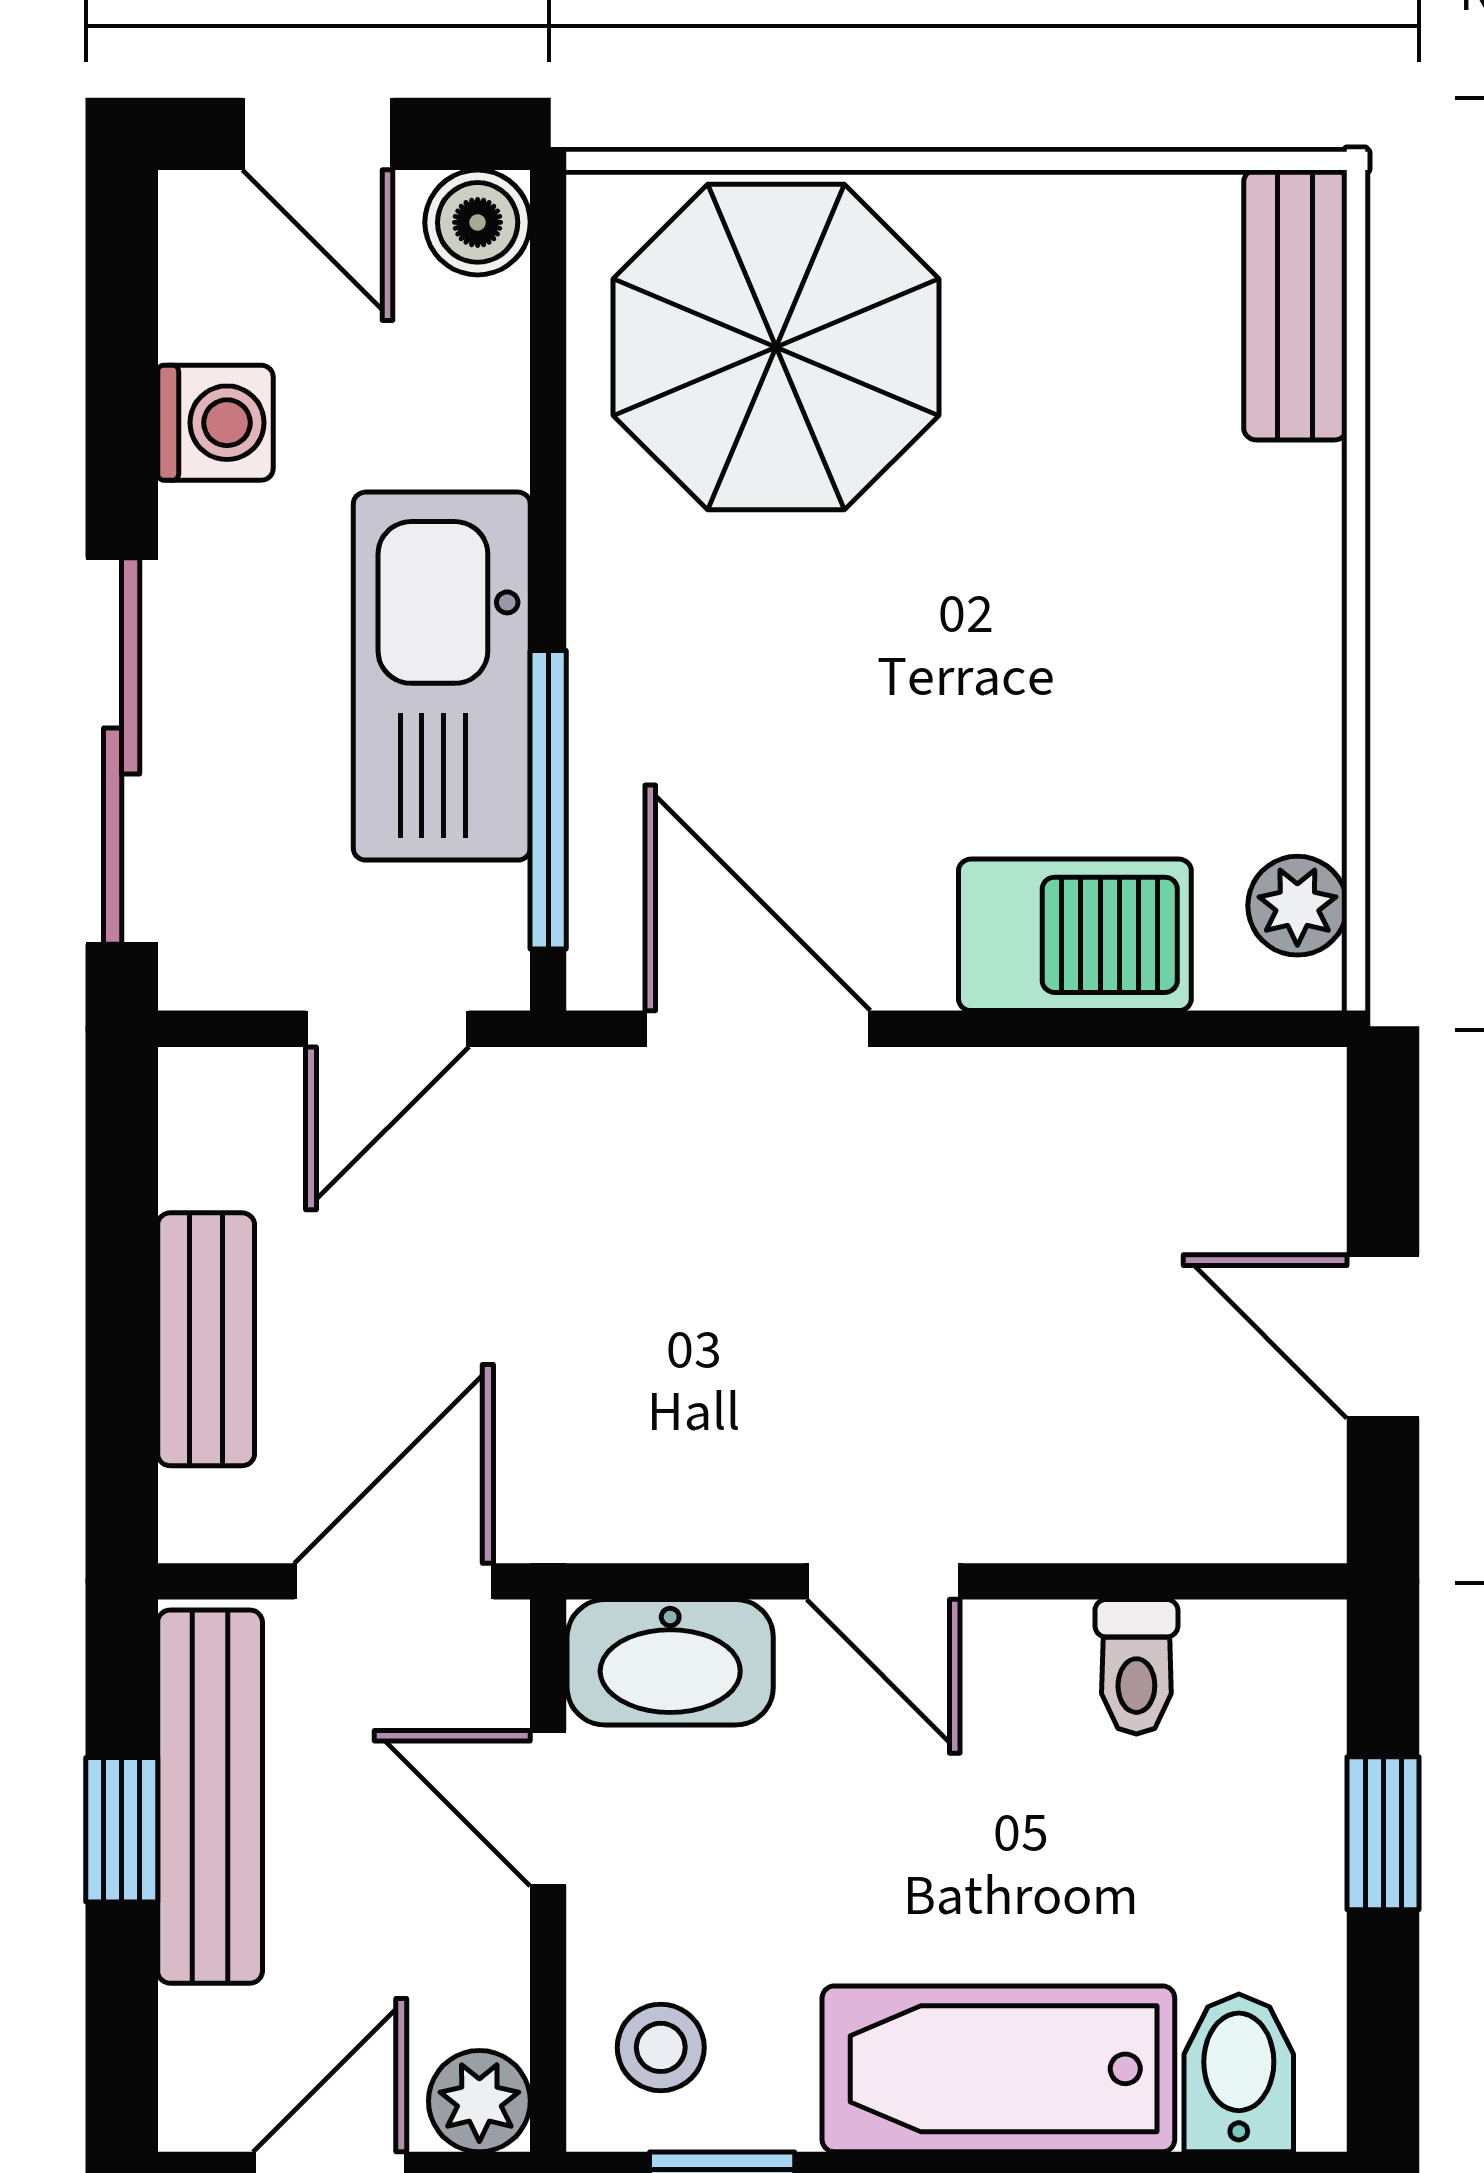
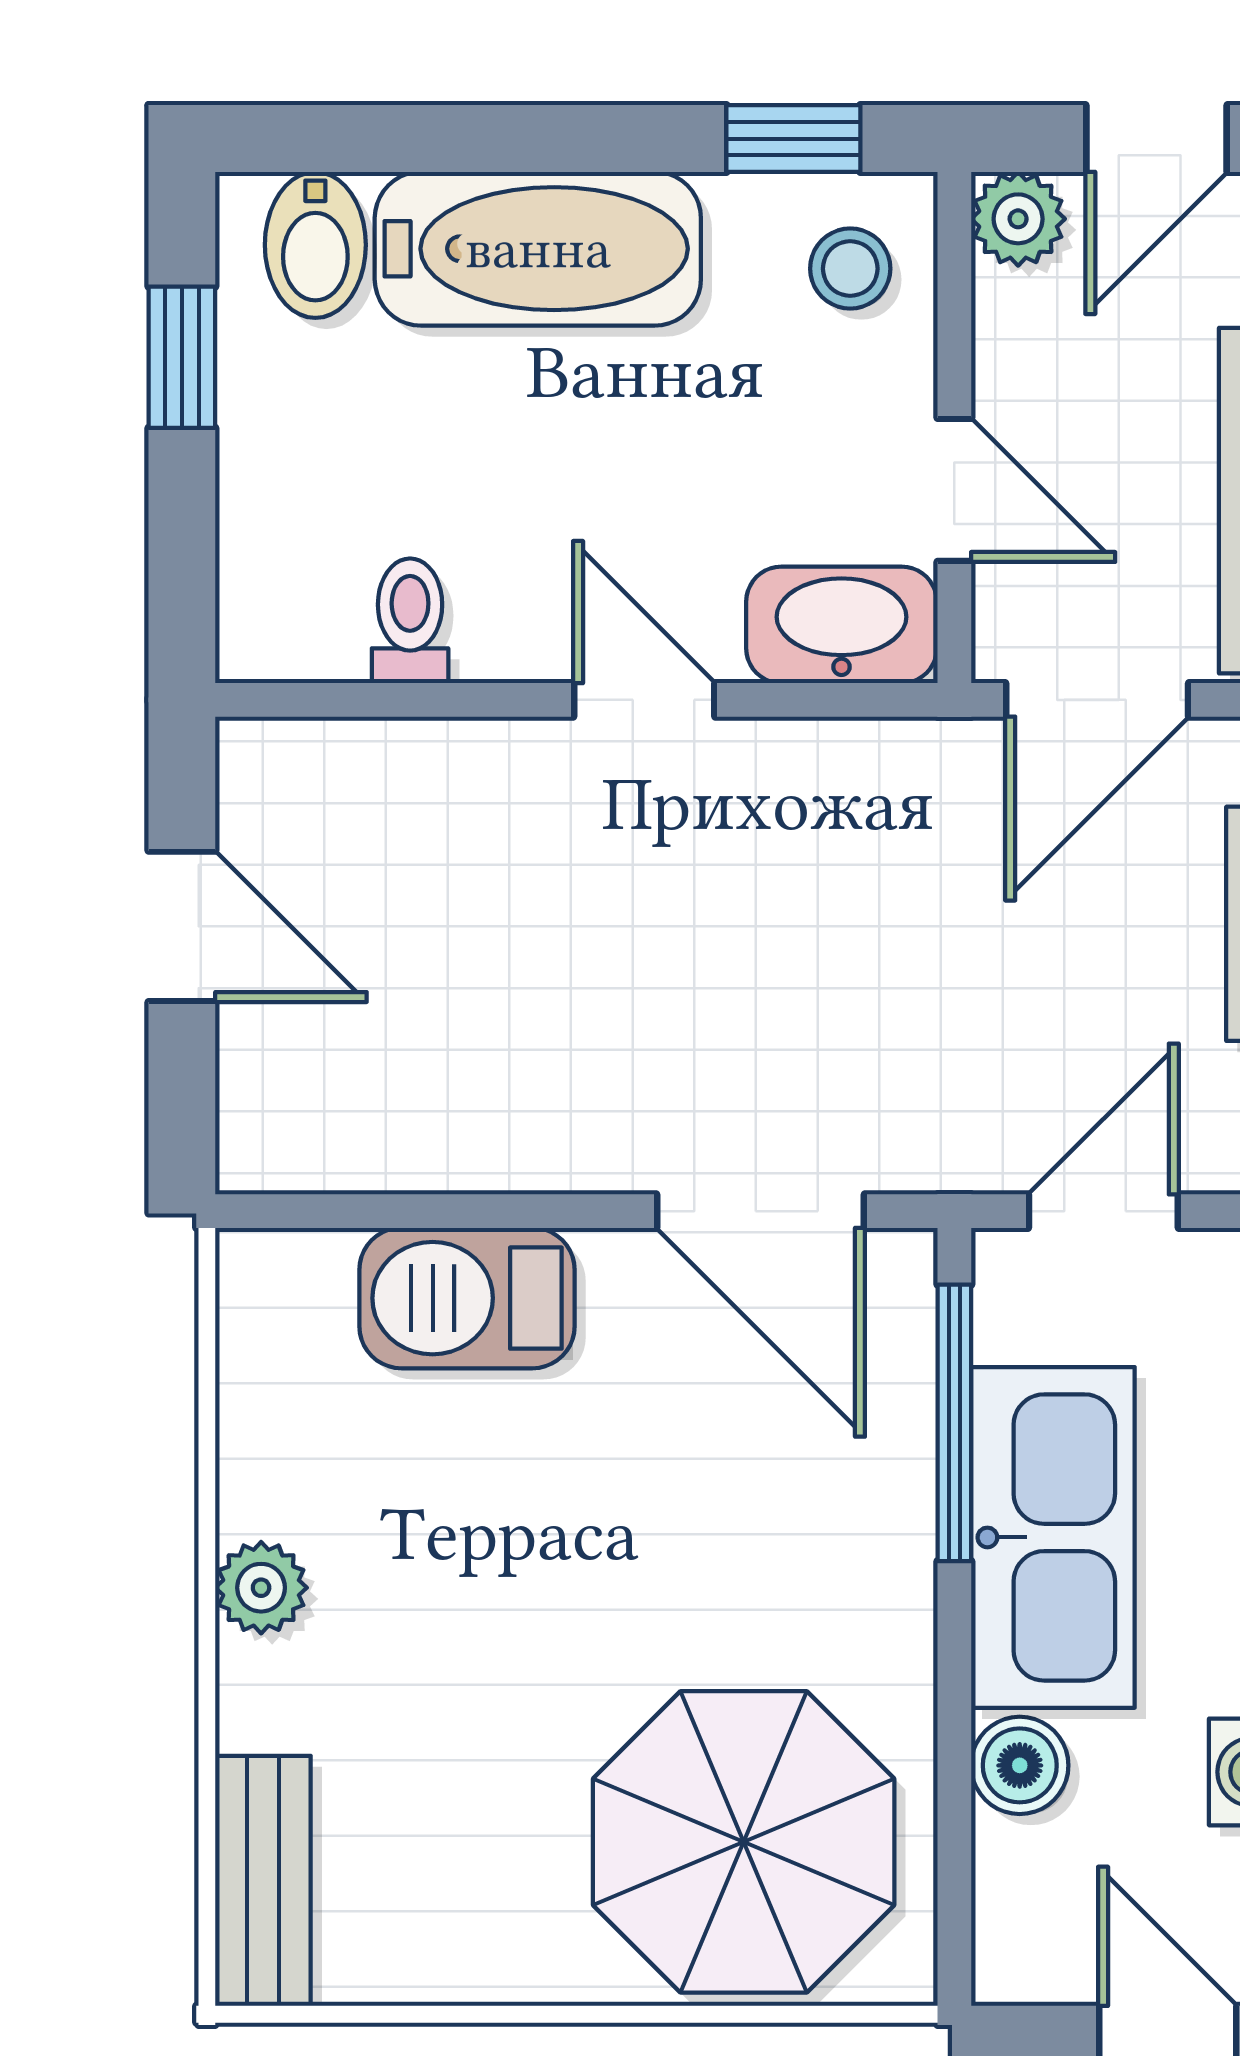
boiler: (478, 222) -> (1020, 1765), moved
plant: (1297, 906) -> (261, 1588), moved
window: (1383, 1833) -> (182, 357), moved

